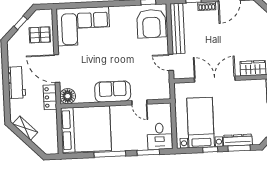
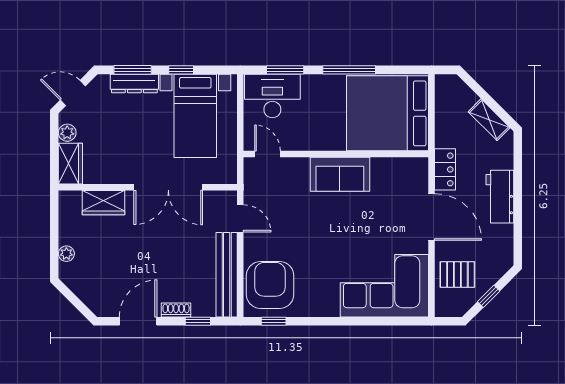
floor lamp: (68, 96) -> (416, 170), removed
door: (139, 102) -> (267, 154), moved
desk: (160, 136) -> (272, 96), width x1.37

